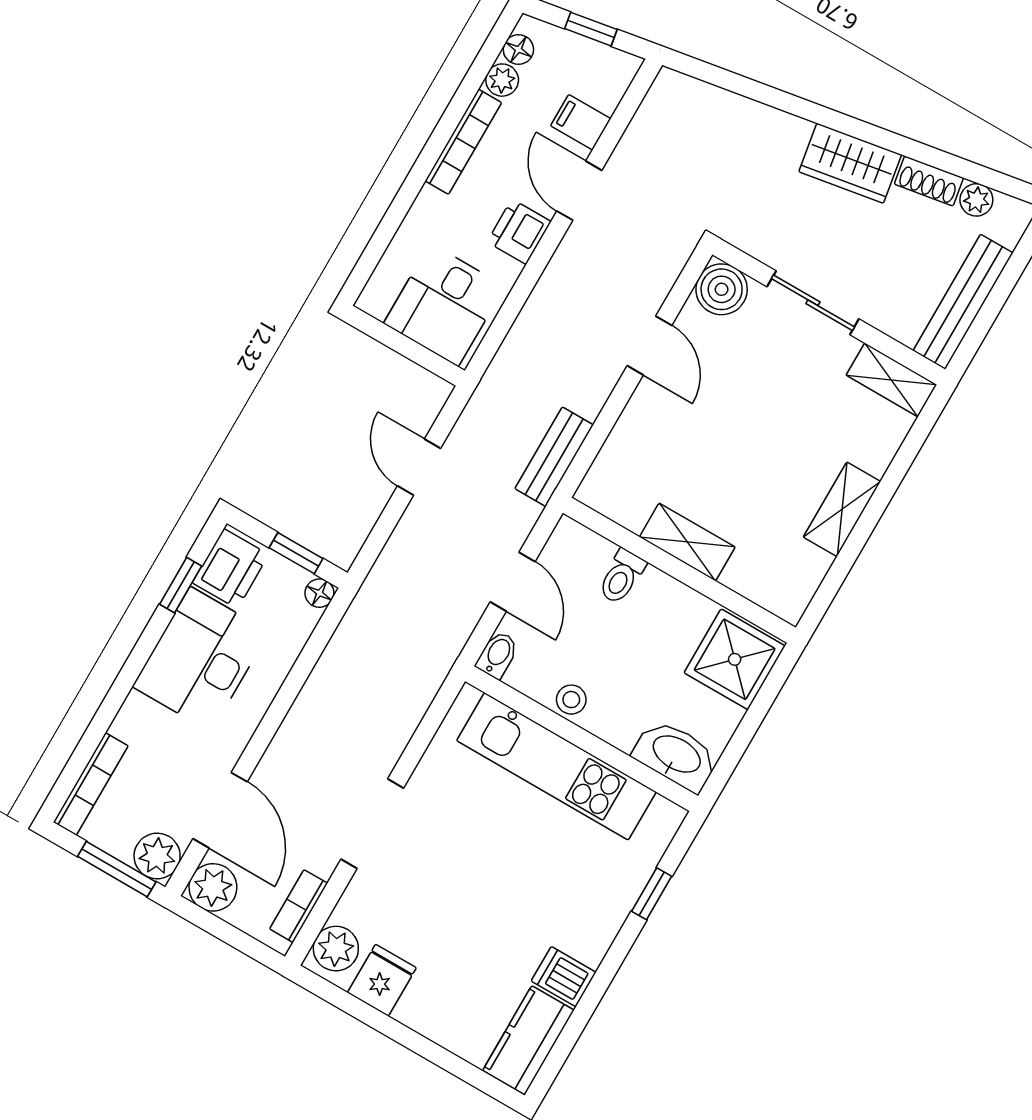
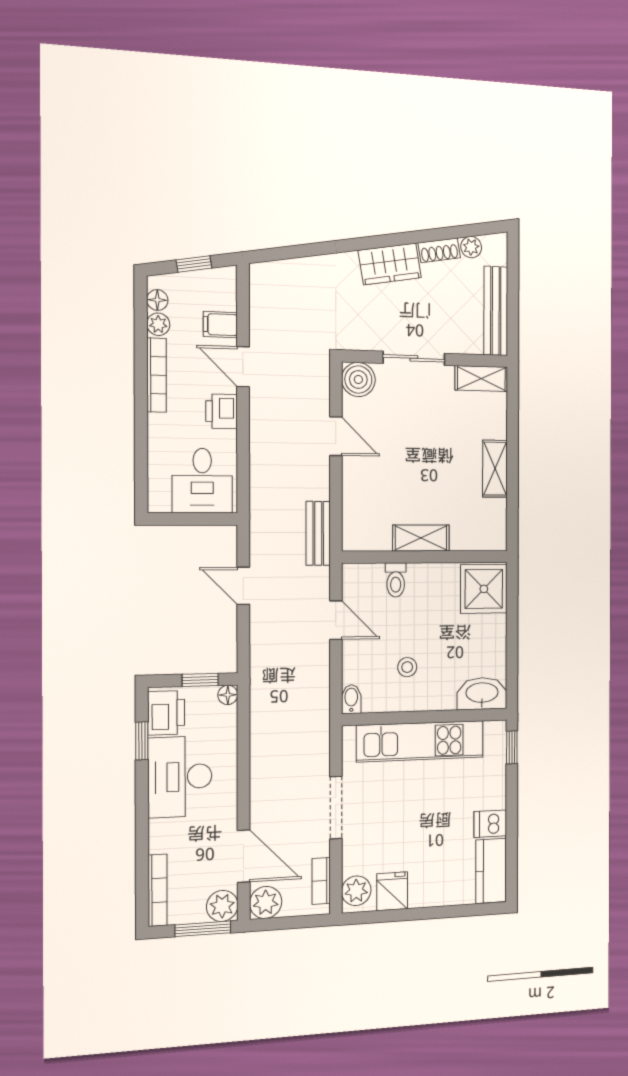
bidet: (497, 655) -> (351, 699), moved
wall: (582, 739) -> (425, 717), moved
washbasin: (676, 755) -> (482, 693), moved
kitchen unit: (556, 766) -> (420, 741), moved

